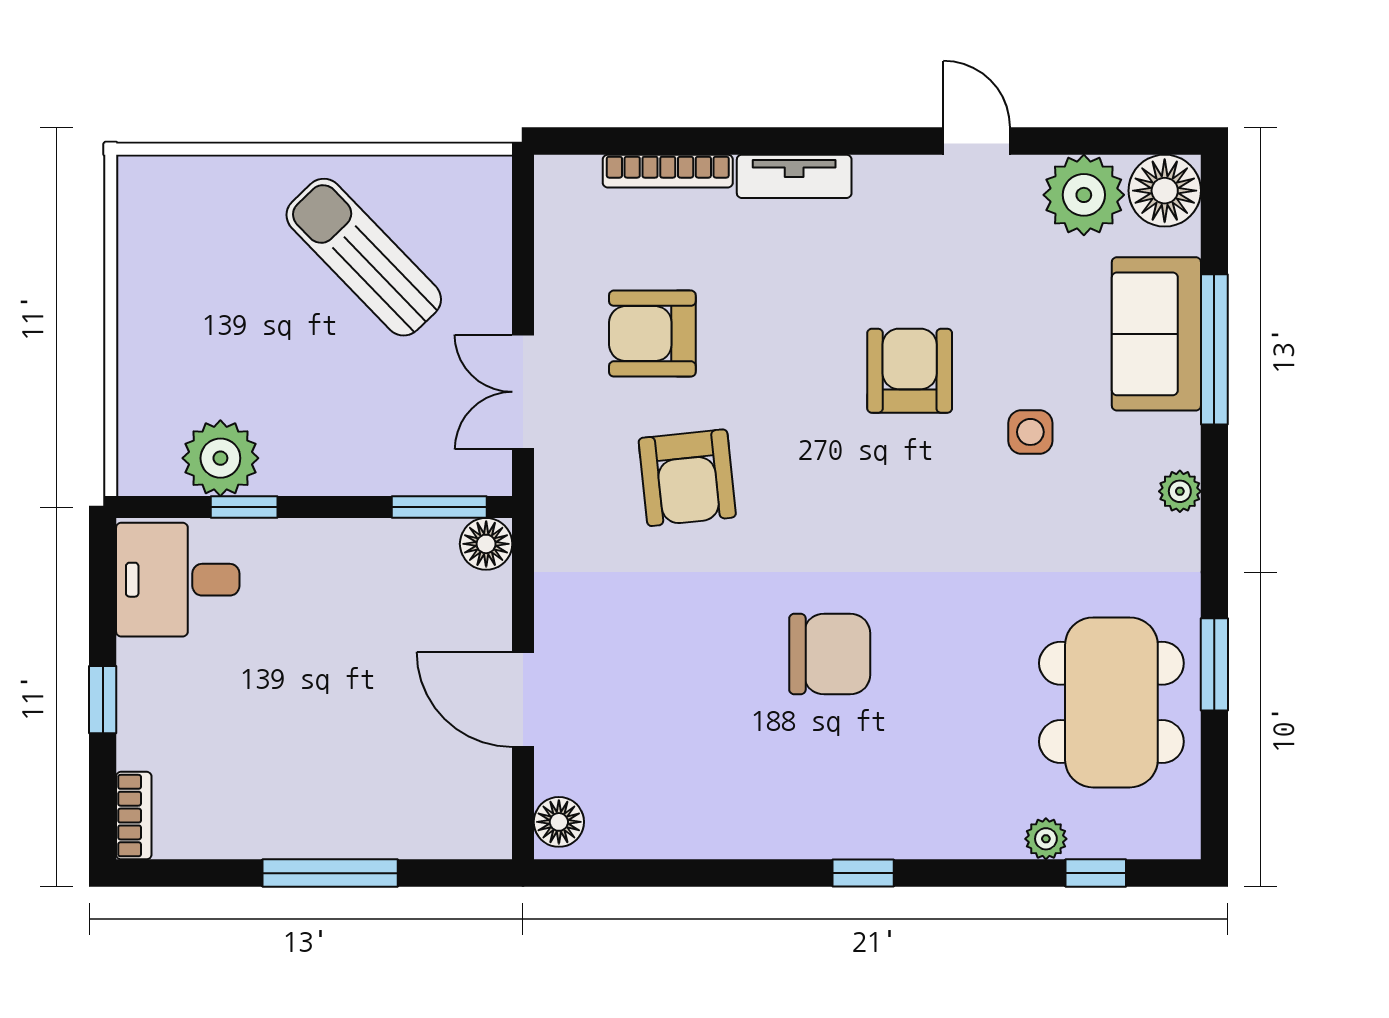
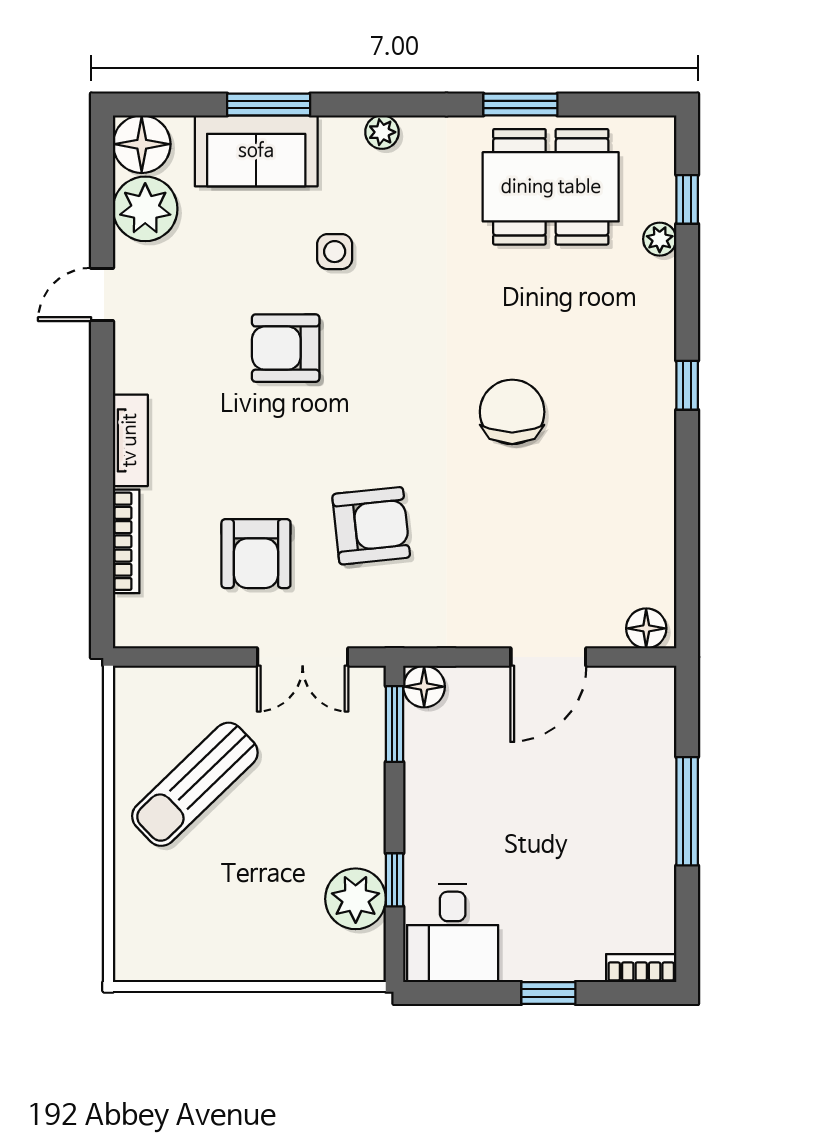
window: (1214, 349) -> (269, 105), width x0.69

